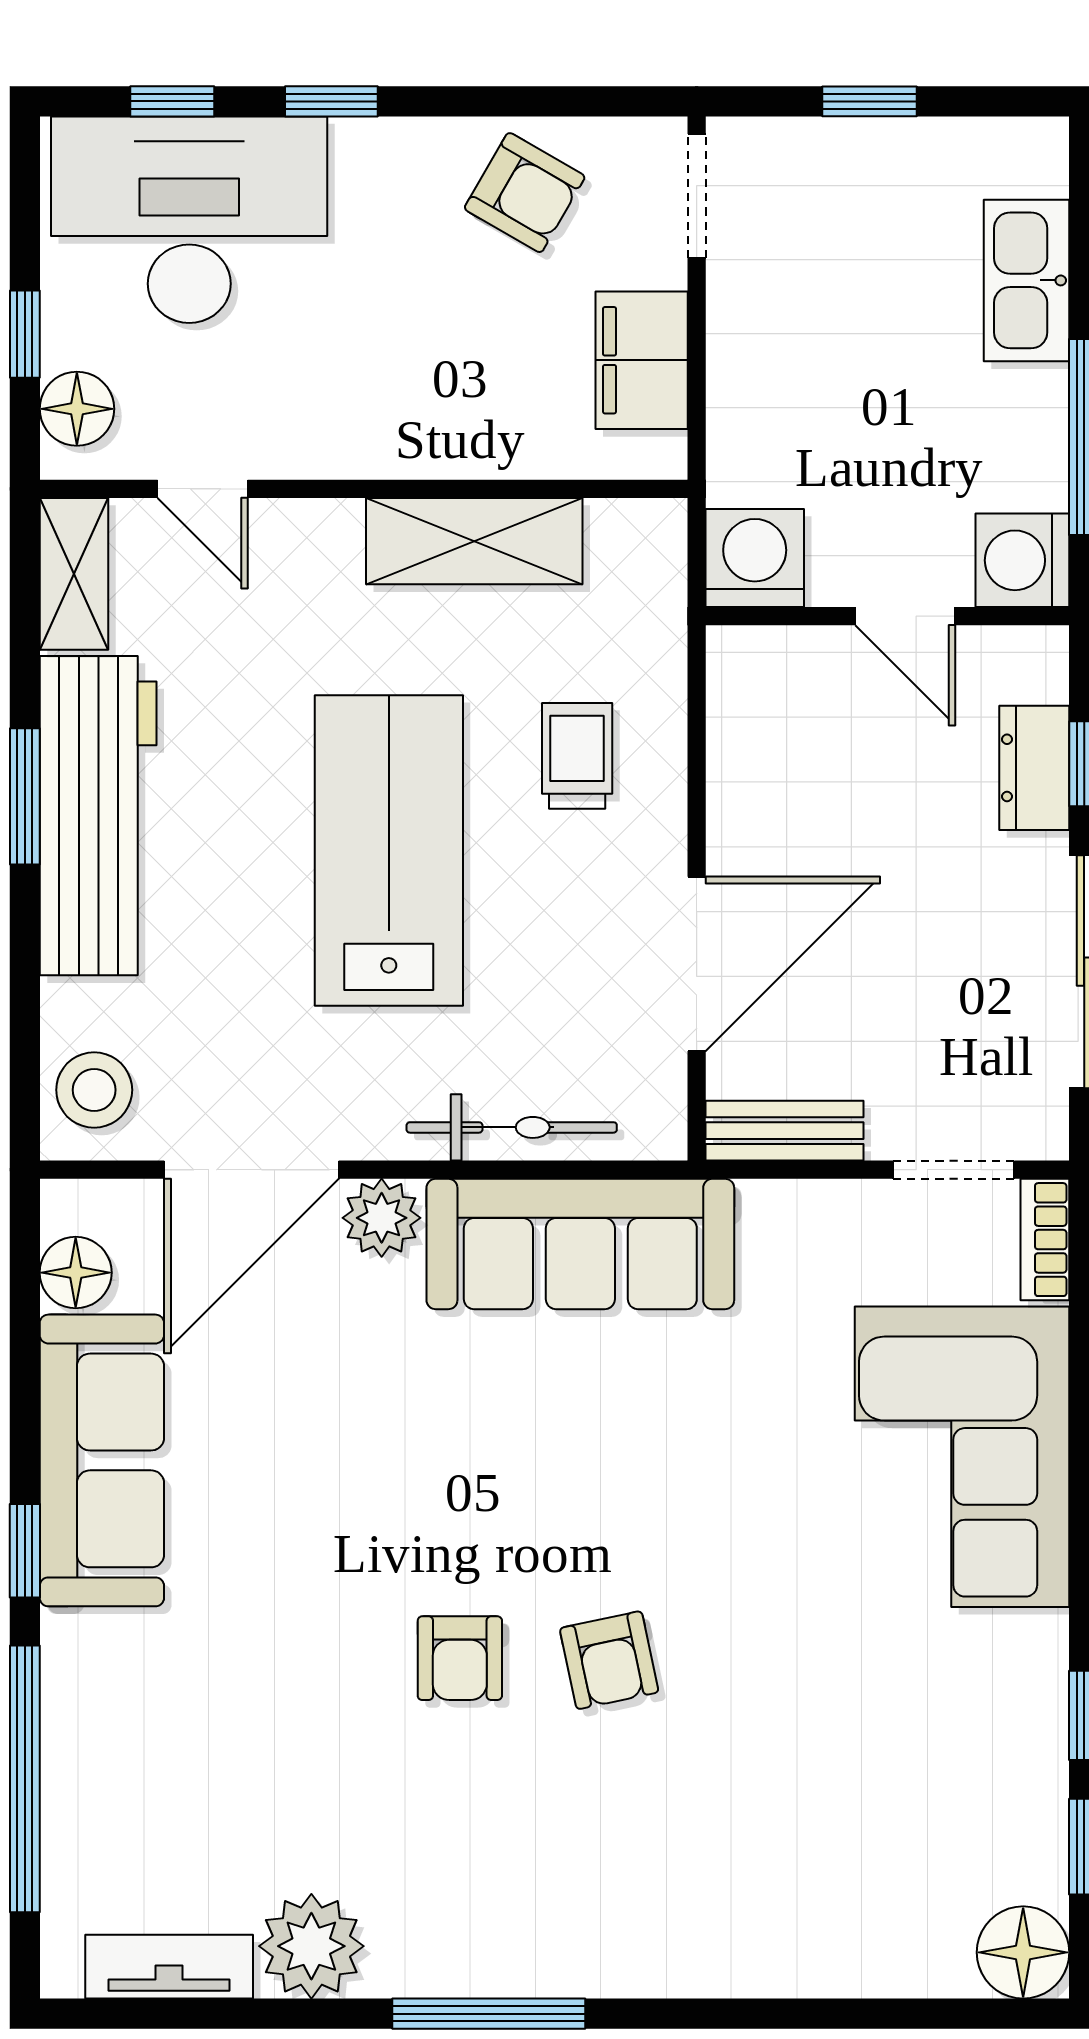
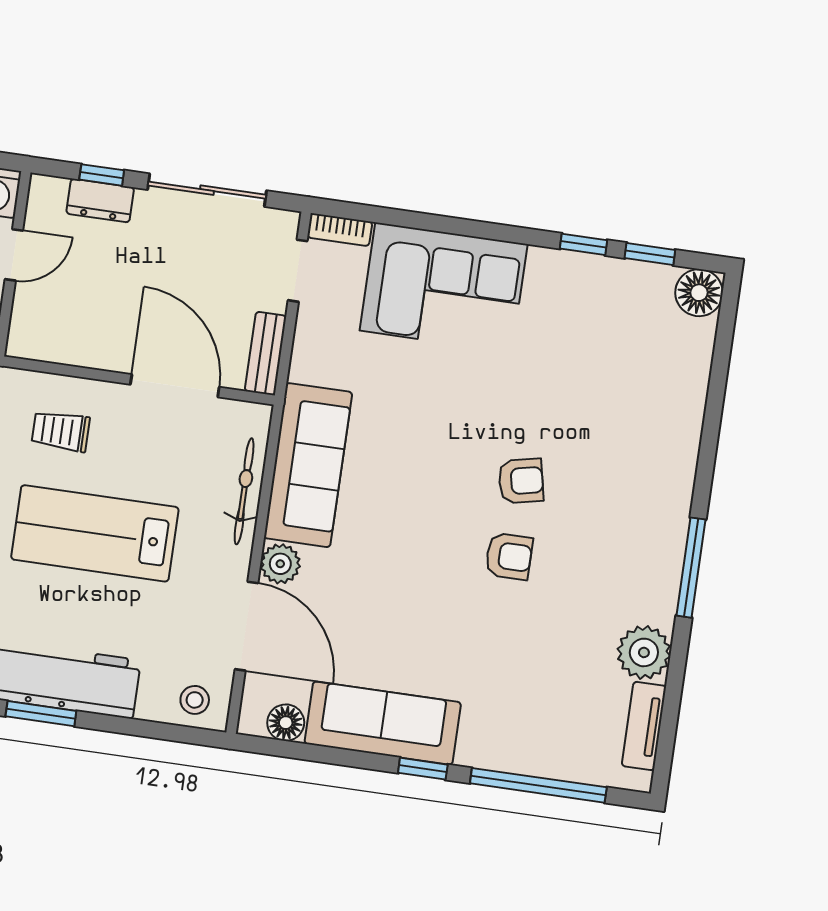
stool: (94, 1090) -> (195, 700), width x0.73, depth x0.73

